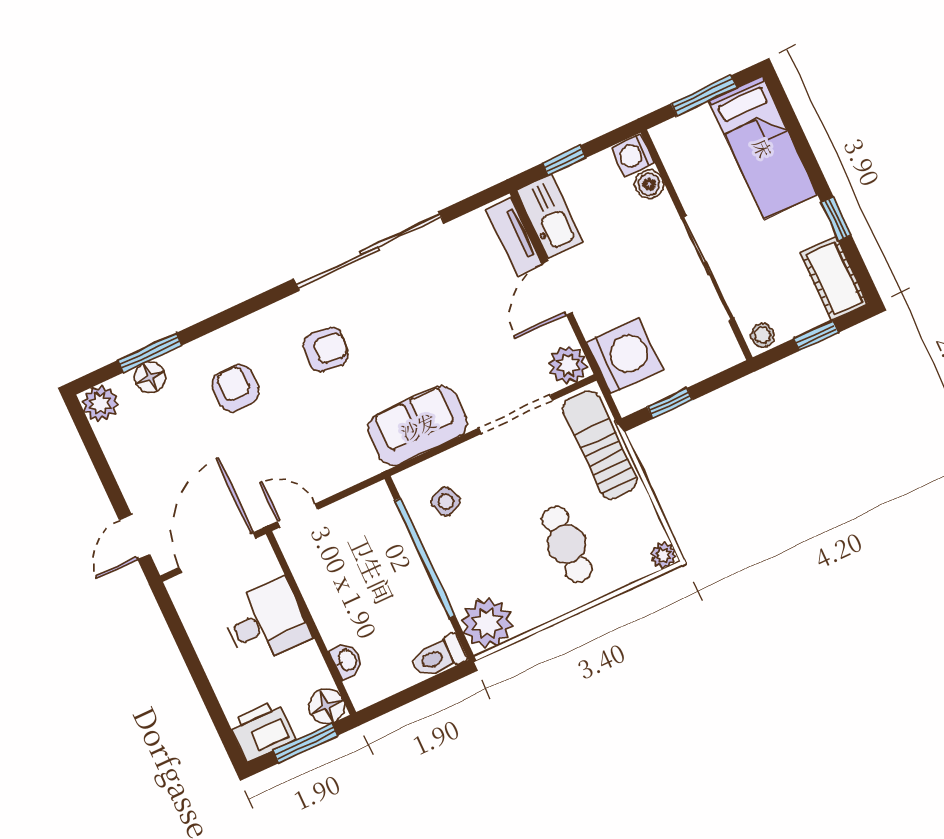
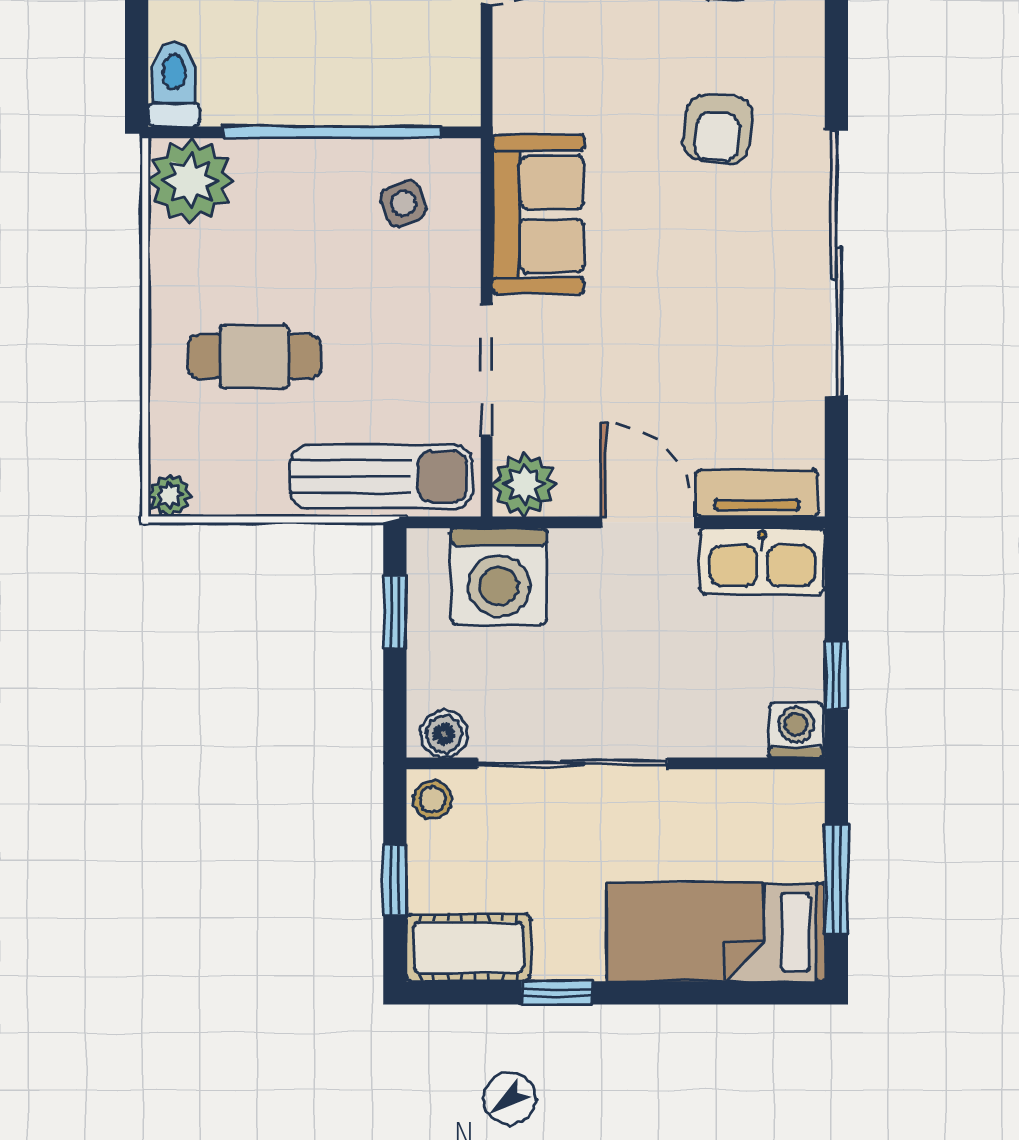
window: (564, 161) -> (836, 675), moved
boiler: (649, 184) -> (444, 734), moved

